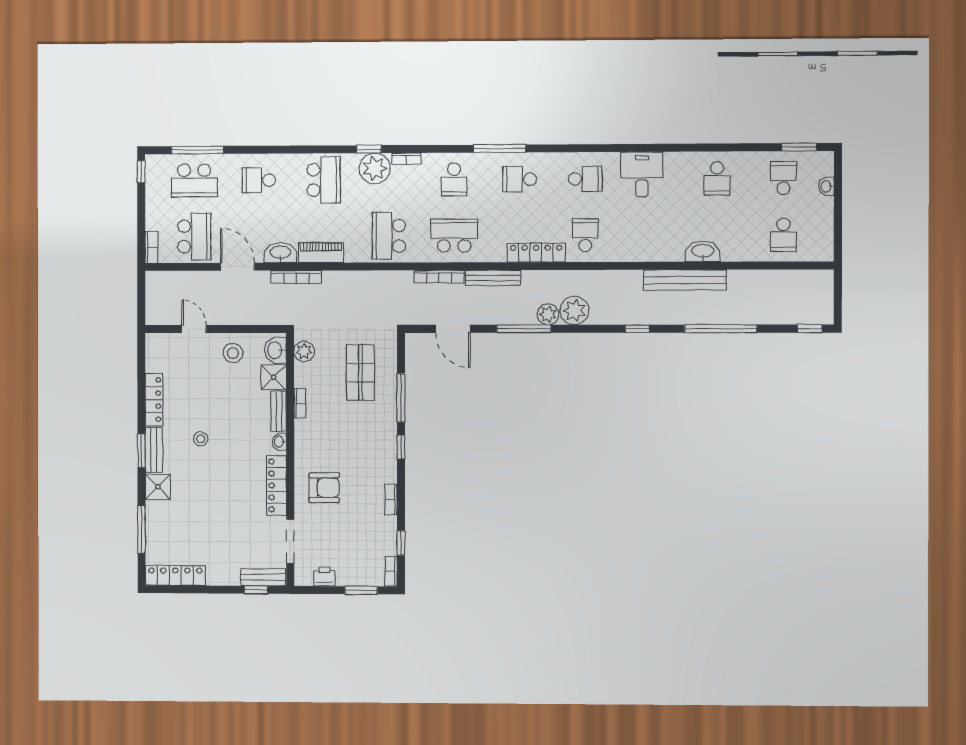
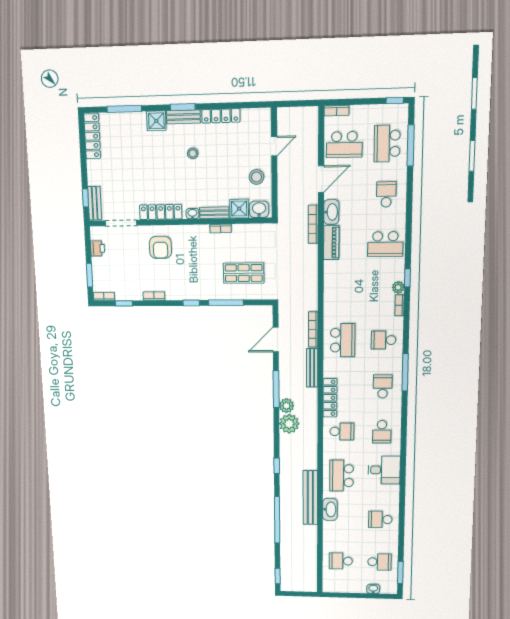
plant: (375, 169) -> (398, 287), width x0.53, depth x0.53
school desk: (389, 236) -> (342, 476), moved, turned -90
plant: (304, 351) -> (258, 231), removed

